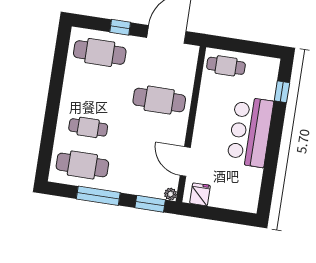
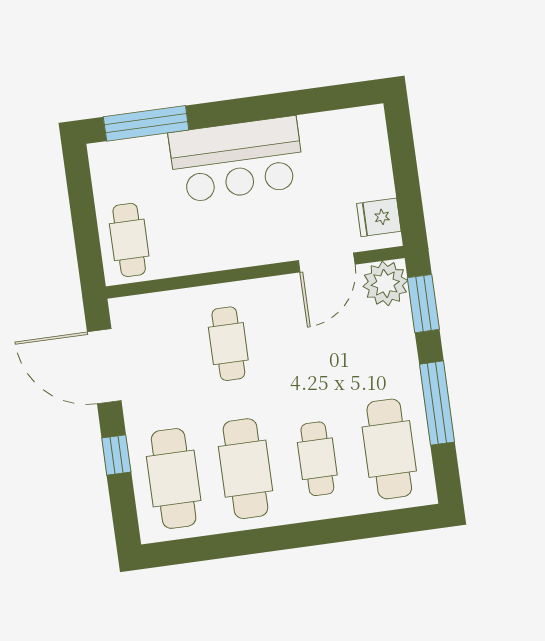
cafe table: (94, 90) -> (245, 469), added
window: (282, 92) -> (146, 123), width x2.17
cafe table: (159, 100) -> (228, 344), width x0.73, depth x0.74
plant: (171, 194) -> (385, 283), width x1.88, depth x1.88

